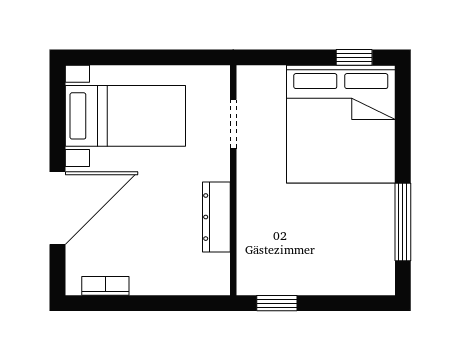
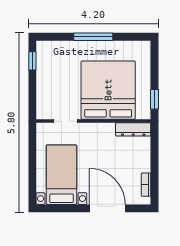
bed: (341, 124) -> (108, 90), moved, turned -90
dresser: (216, 217) -> (133, 129), moved
window: (403, 222) -> (93, 37), moved

